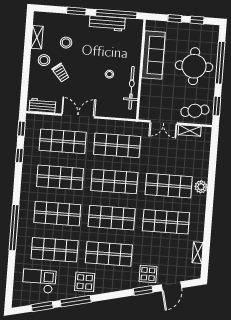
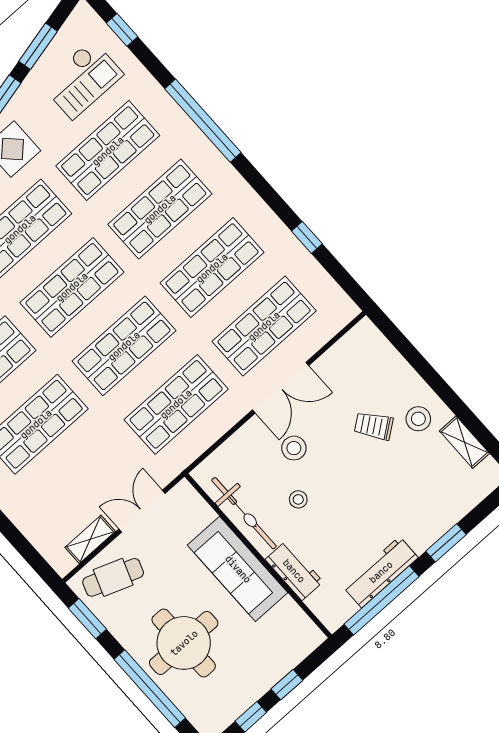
stool: (66, 43) -> (294, 448), moved
sofa: (153, 55) -> (238, 569), moved
workbench: (42, 106) -> (294, 571), moved, turned -90
cafe table: (195, 111) -> (113, 577), turned 31
window: (21, 129) -> (122, 30), moved

